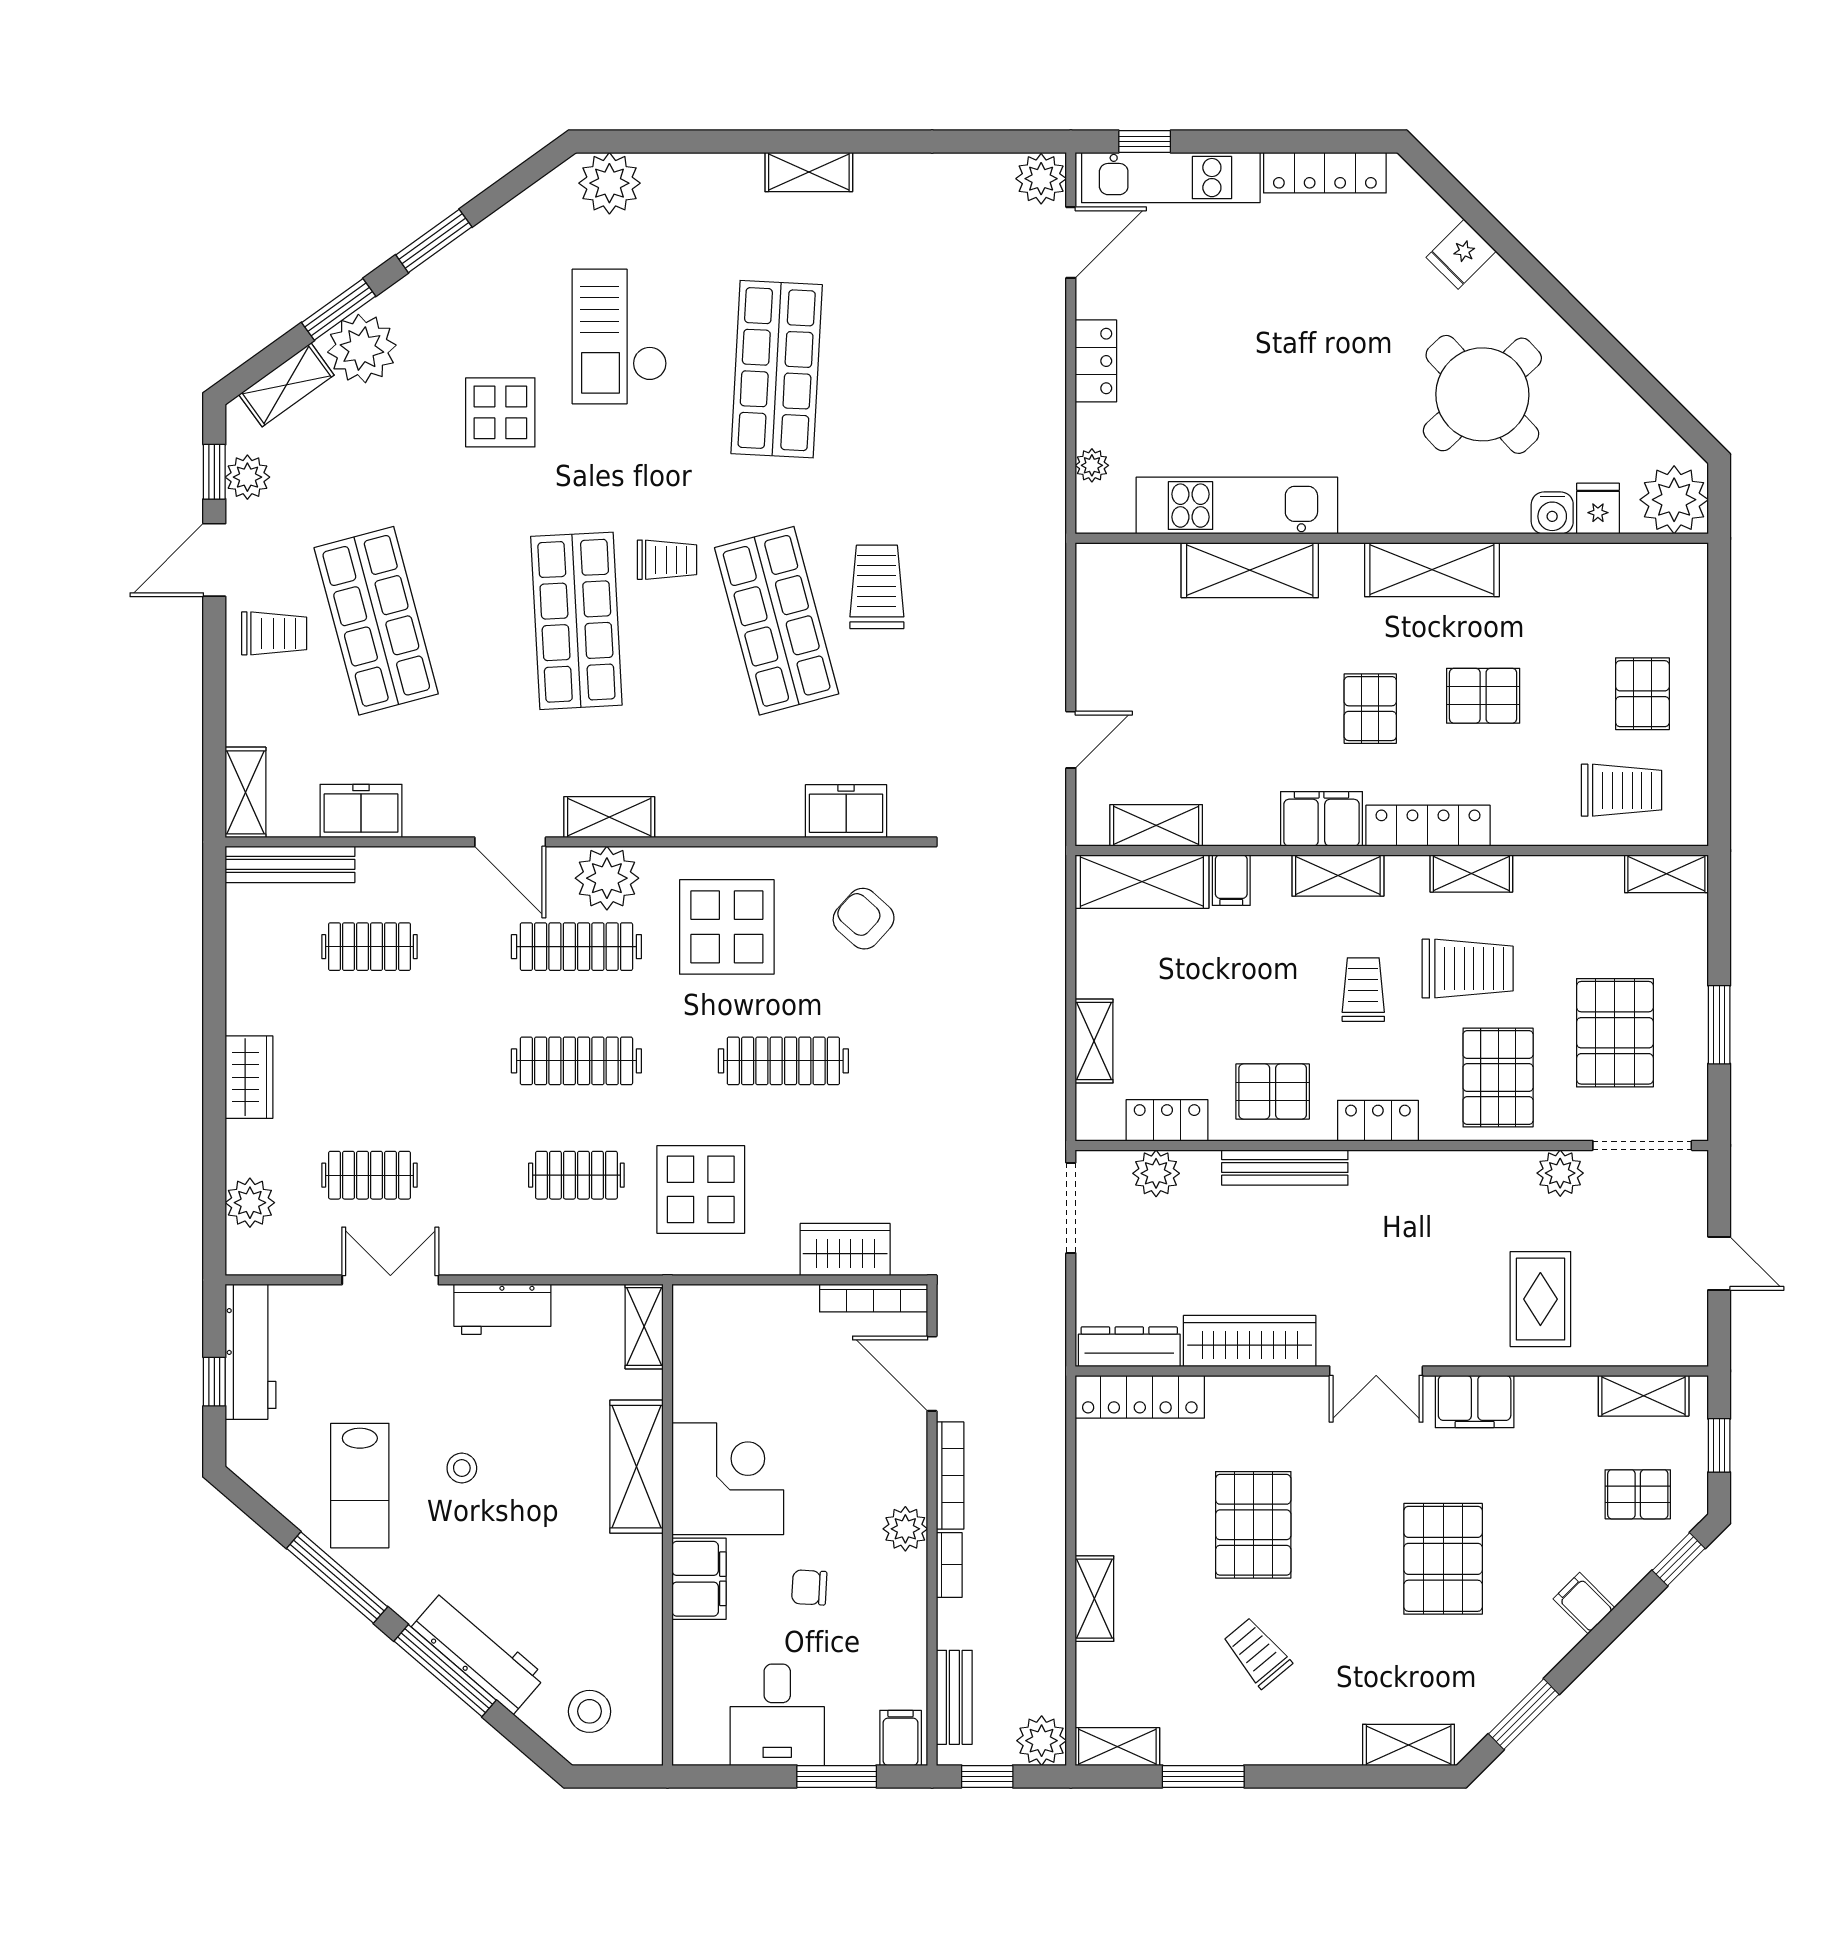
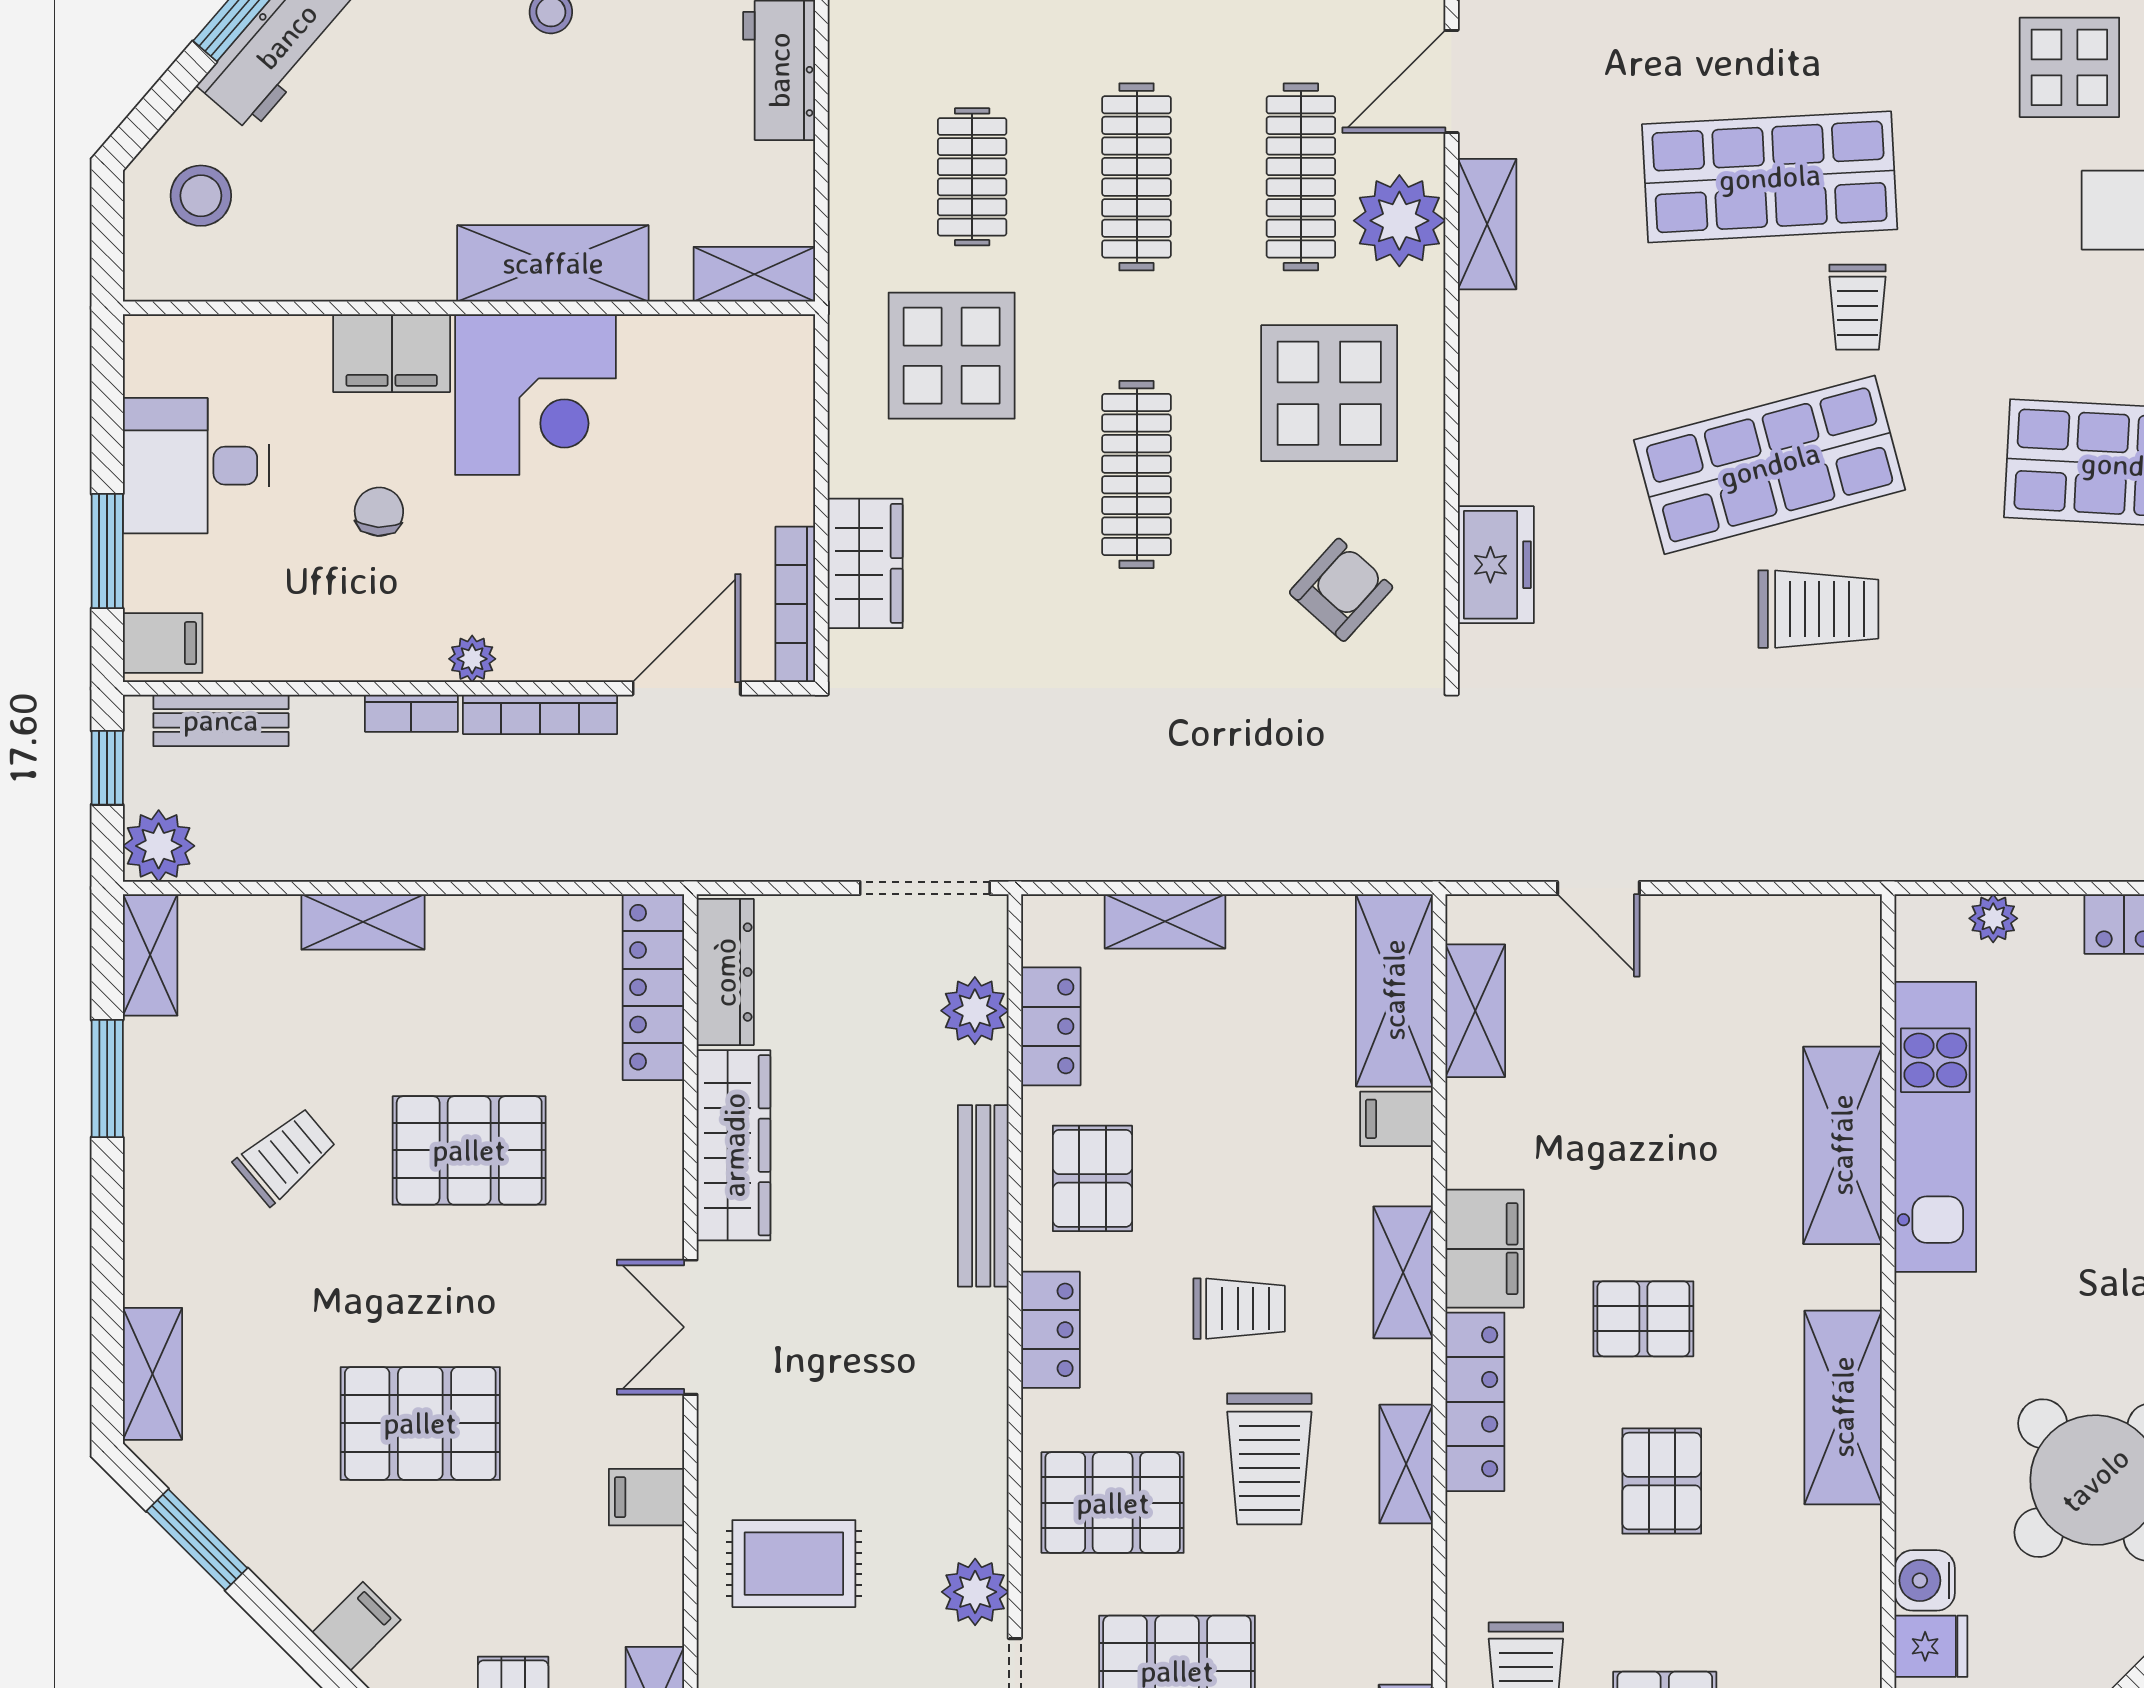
filing cabinet: (1475, 1402) -> (647, 1497), width x0.50
plant: (905, 1529) -> (472, 659), width x0.73, depth x0.73

